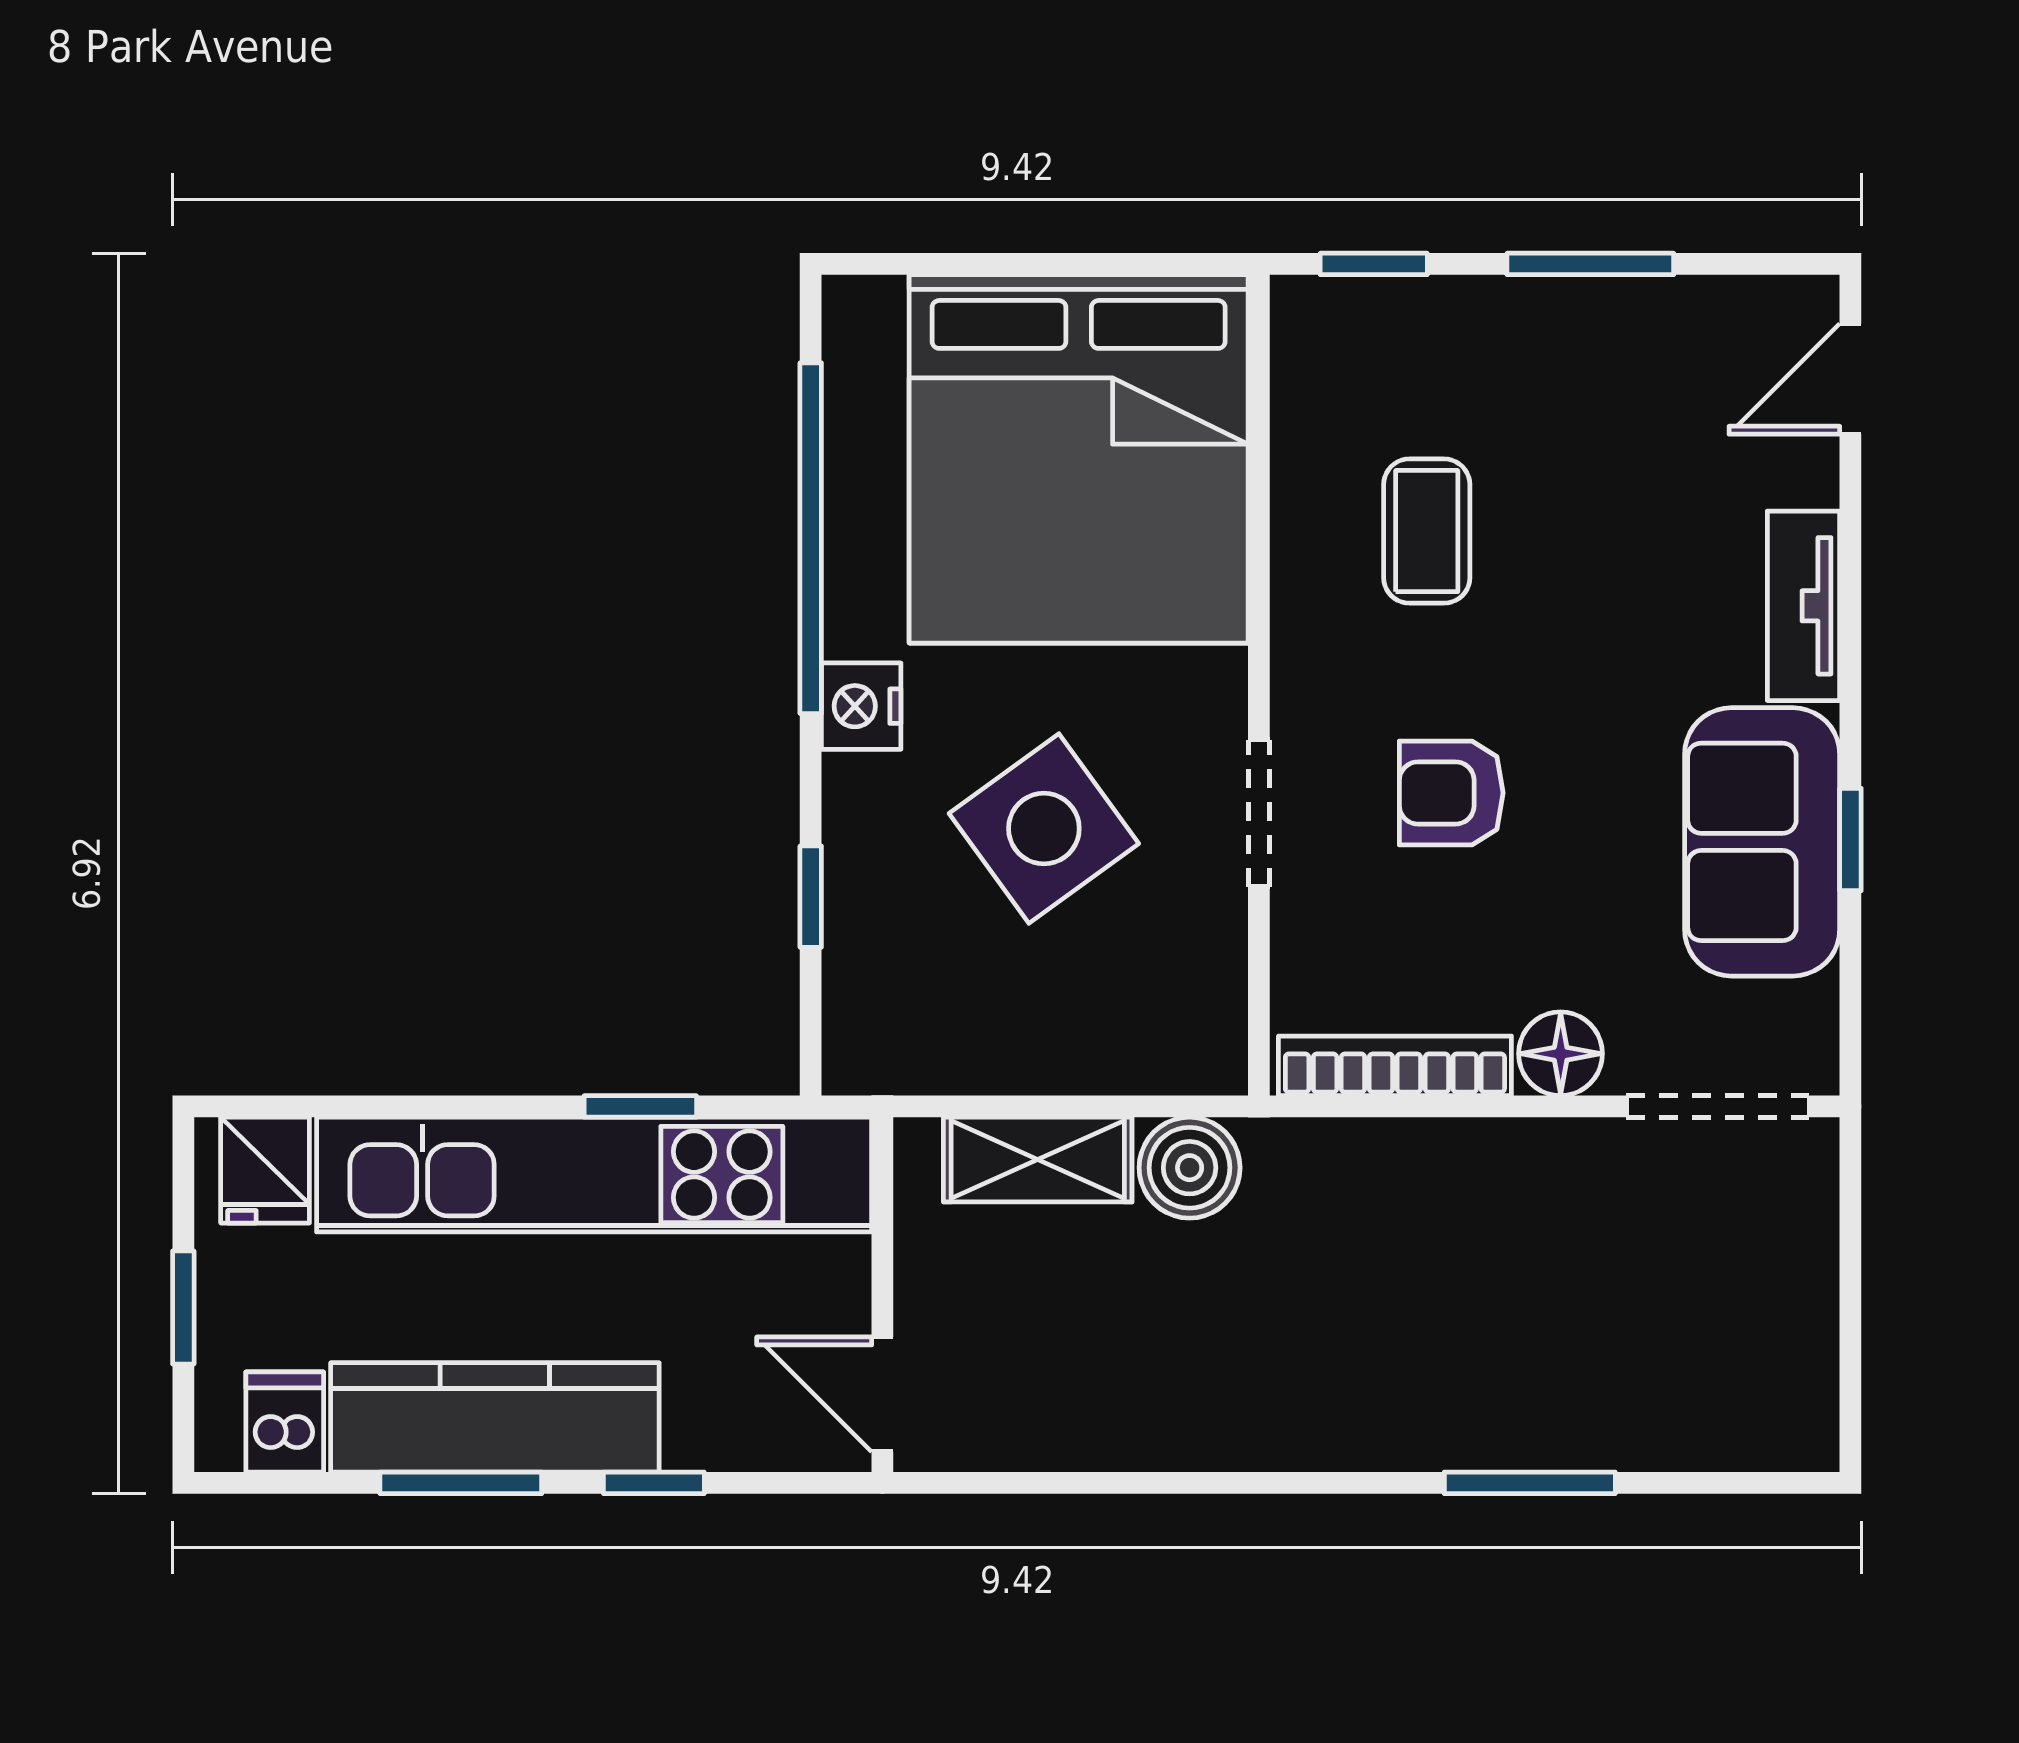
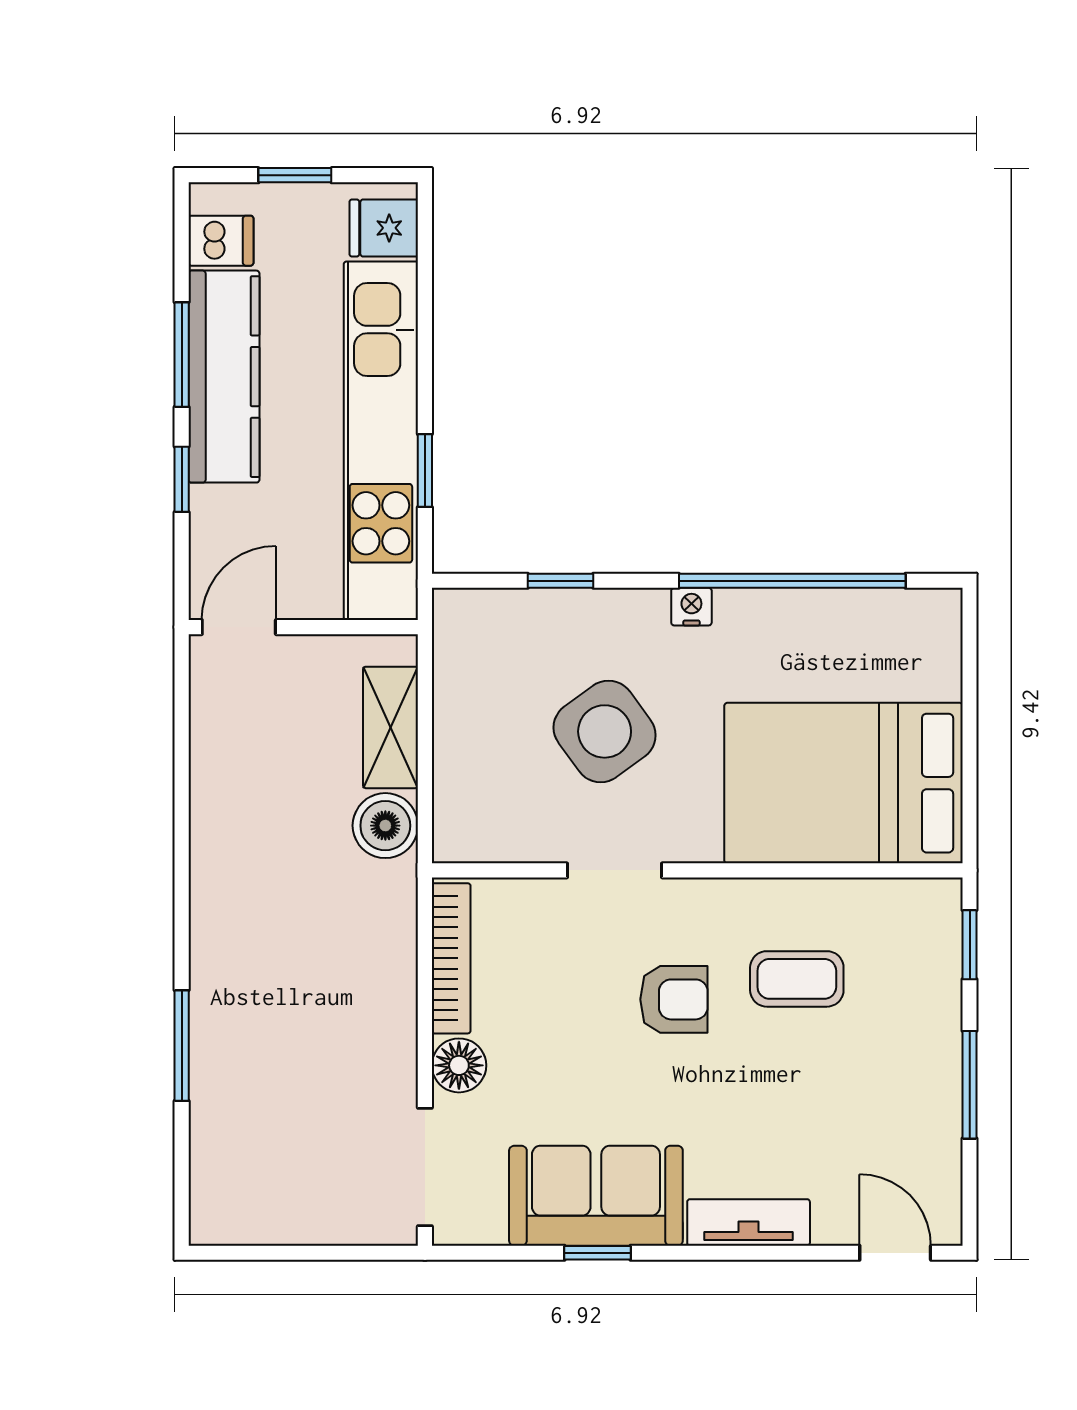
bed: (1079, 459) -> (843, 783), width x0.73
nightstand: (861, 706) -> (691, 607), width x0.72, depth x0.74
armchair: (1451, 793) -> (674, 999), moved, turned 90

